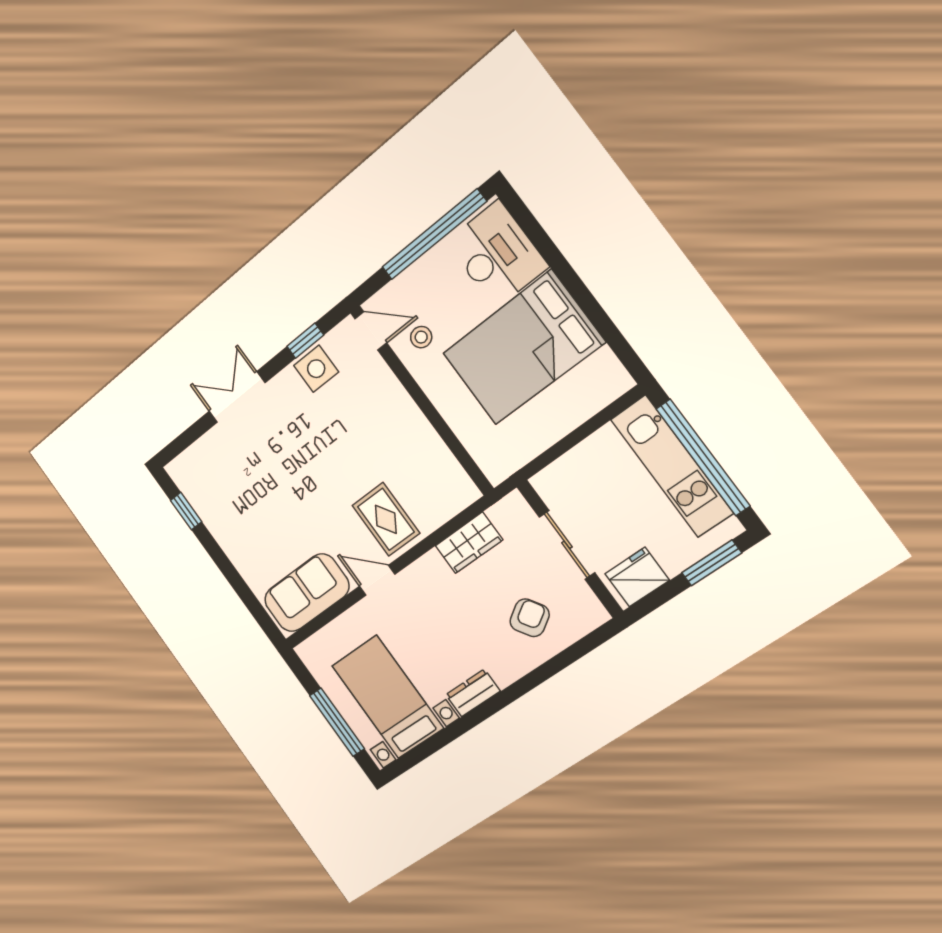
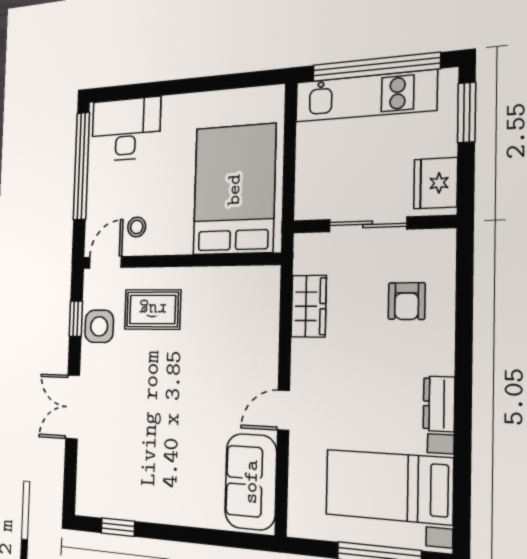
bed: (523, 348) -> (234, 190), moved, turned 180
rug: (386, 519) -> (153, 310), moved
armchair: (530, 618) -> (407, 301), turned -147

